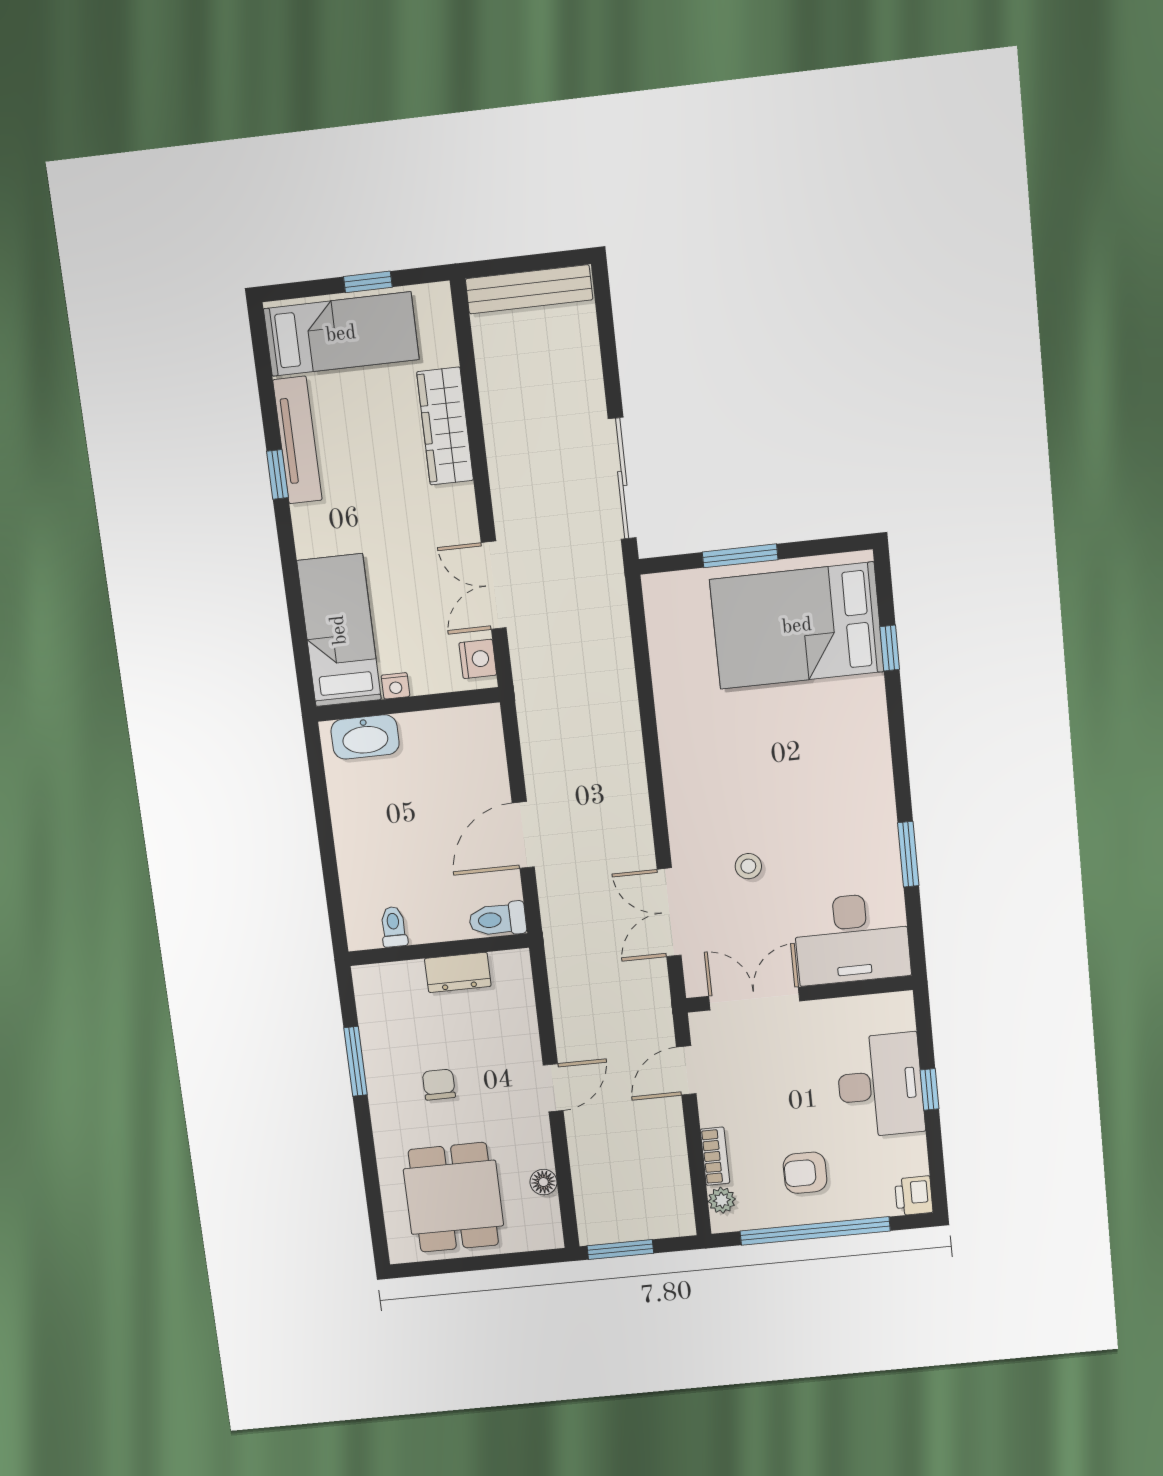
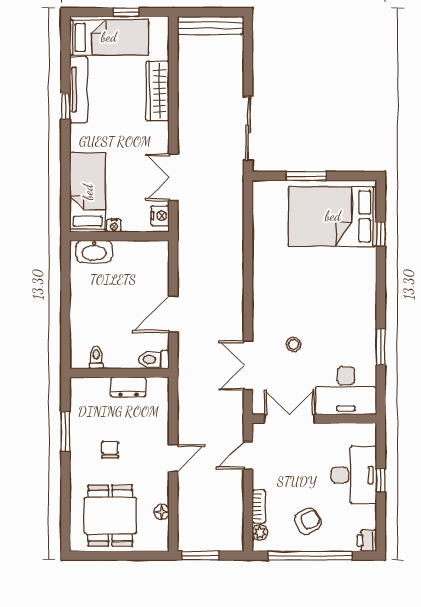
armchair: (805, 1173) -> (308, 521), turned 152

